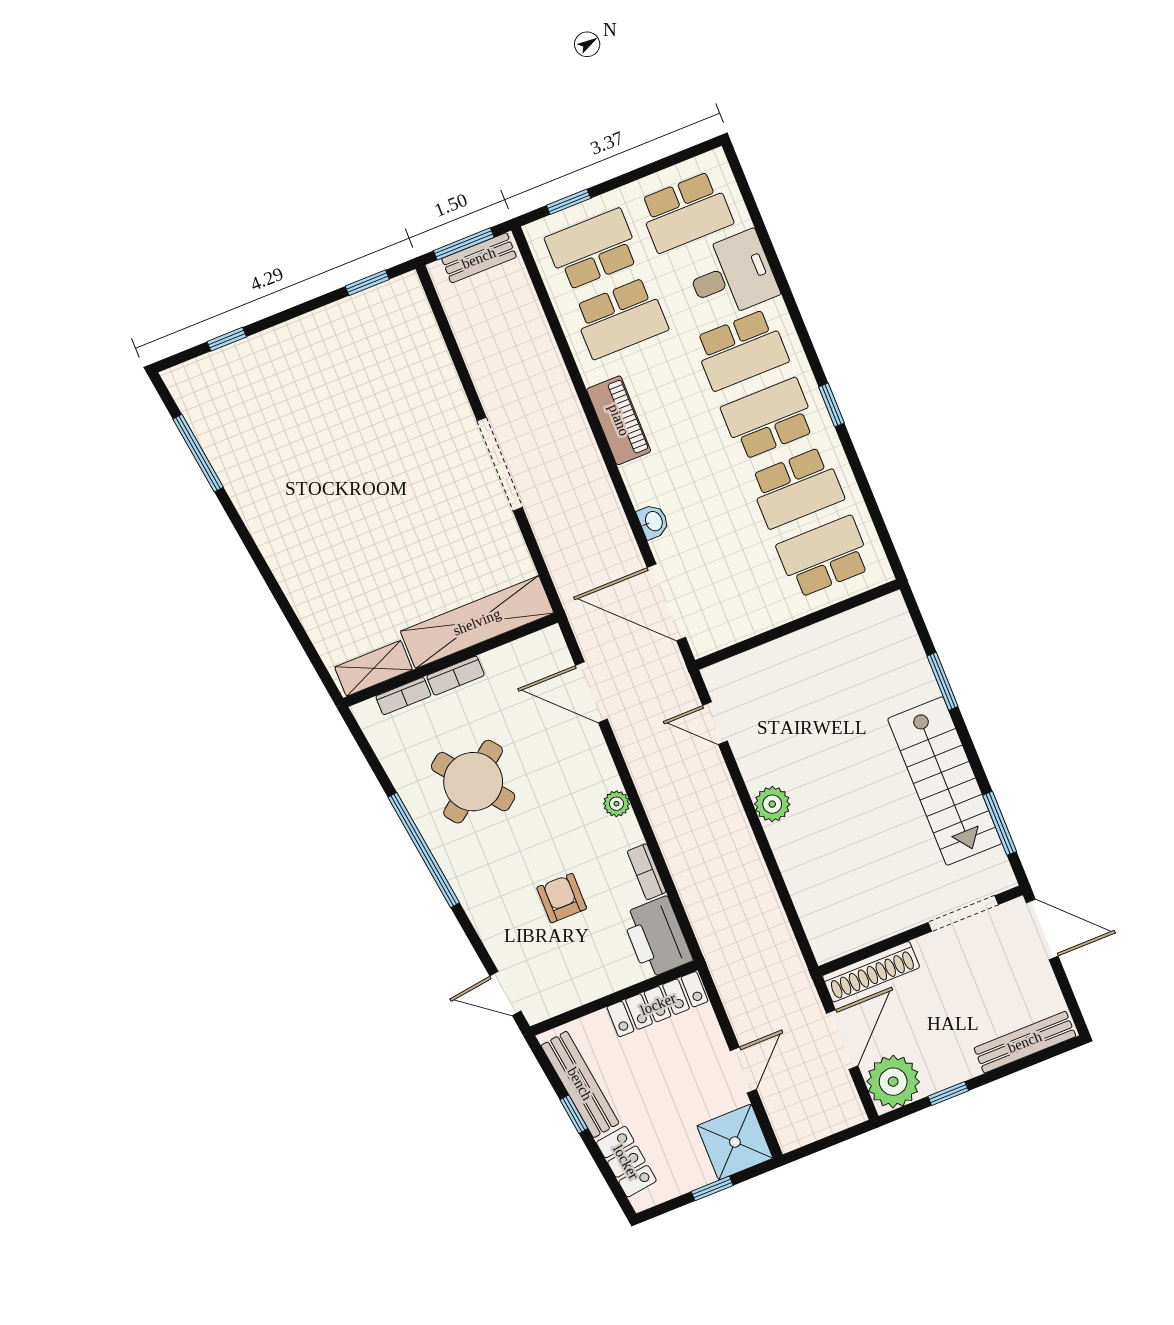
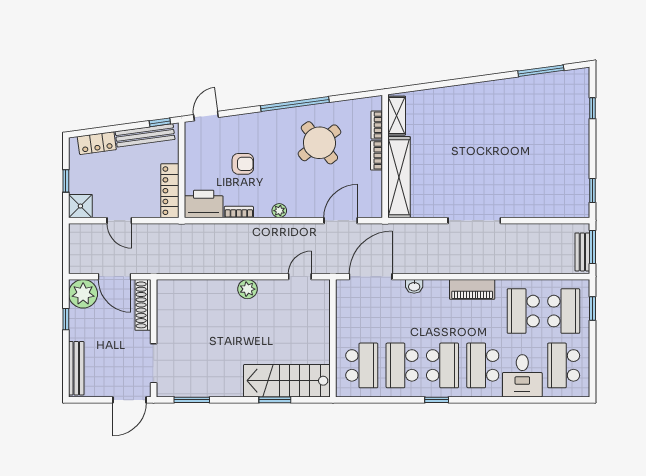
stairs: (945, 781) -> (287, 381), moved
window: (574, 1114) -> (160, 122), moved
shower: (735, 1142) -> (80, 206), width x0.73, depth x0.73

